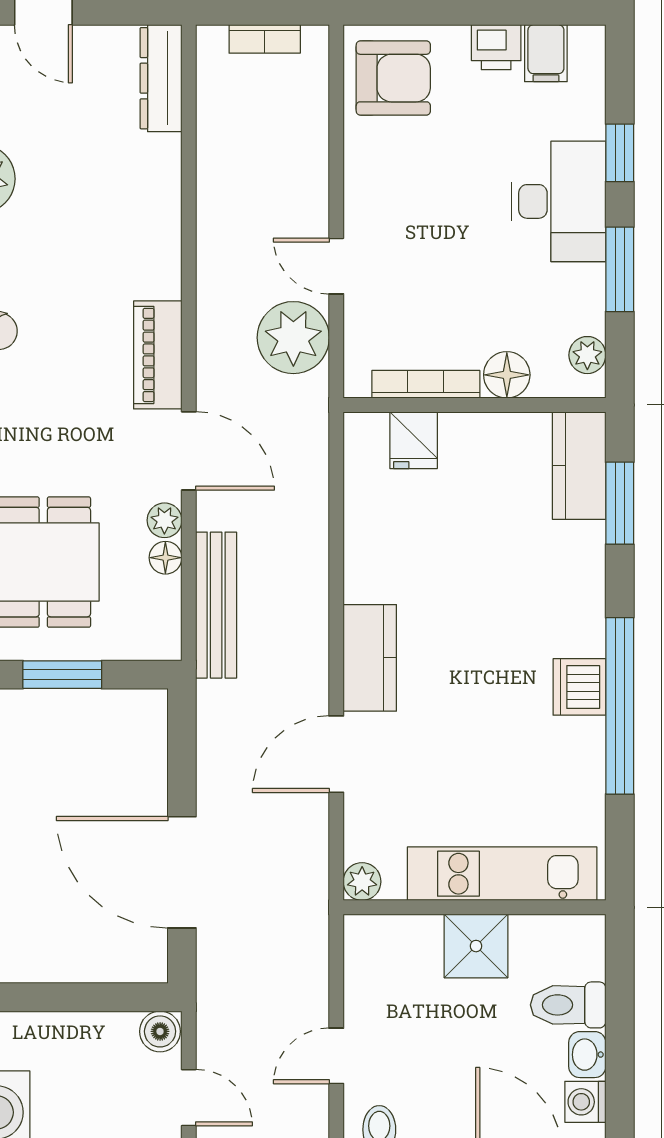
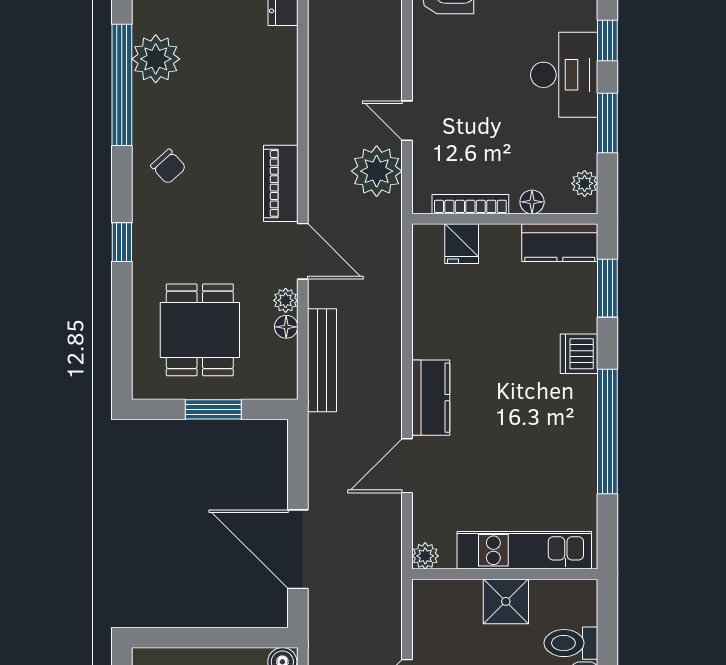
floor lamp: (507, 375) -> (532, 202), width x0.73, depth x0.73
kitchen counter: (579, 466) -> (560, 243), moved, turned -90
dishwasher: (579, 687) -> (579, 354), moved

